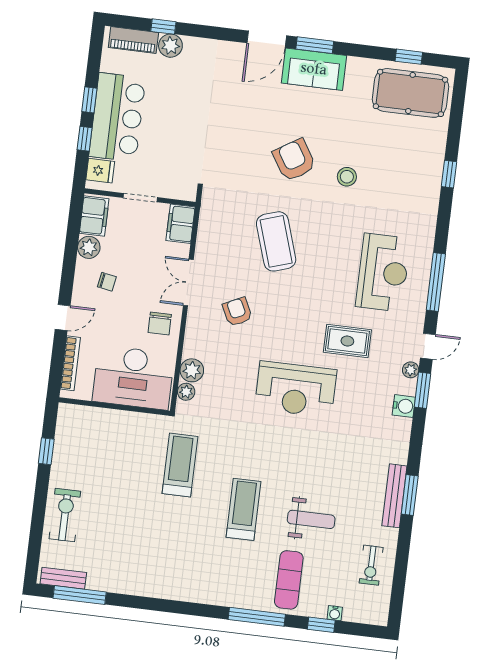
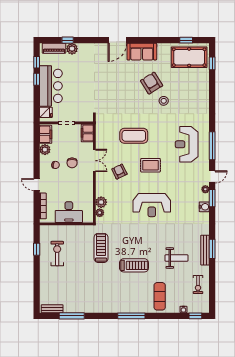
window: (315, 45) -> (141, 40), removed
window: (85, 139) -> (37, 62), moved
armchair: (294, 160) -> (152, 83), moved
window: (449, 174) -> (212, 63), moved
coffee table: (276, 241) -> (134, 136), turned -72
reception desk: (383, 272) -> (187, 144), turned 180
double door: (188, 282) -> (94, 161), swing flipped
door: (63, 317) -> (37, 185), swing flipped
chair: (160, 324) -> (72, 163), moved
rug: (347, 341) -> (150, 165), moved
desk: (133, 377) -> (69, 212), width x0.73, depth x0.77
treadmill: (244, 509) -> (134, 265), turned 90
exercise bike: (65, 515) -> (57, 254), moved
weight bench: (311, 519) -> (177, 258), moved
window: (80, 595) -> (72, 316), moved
window: (257, 617) -> (131, 316), moved
window: (321, 625) -> (195, 316), moved

